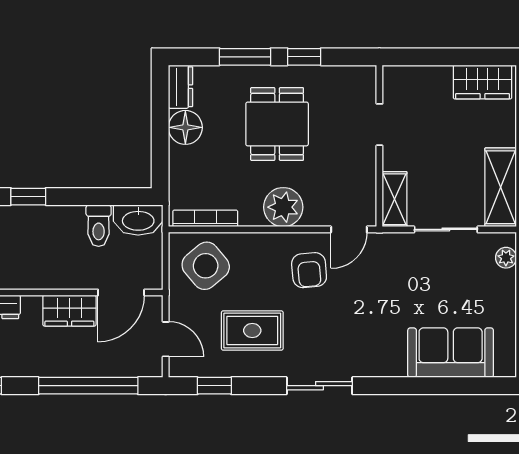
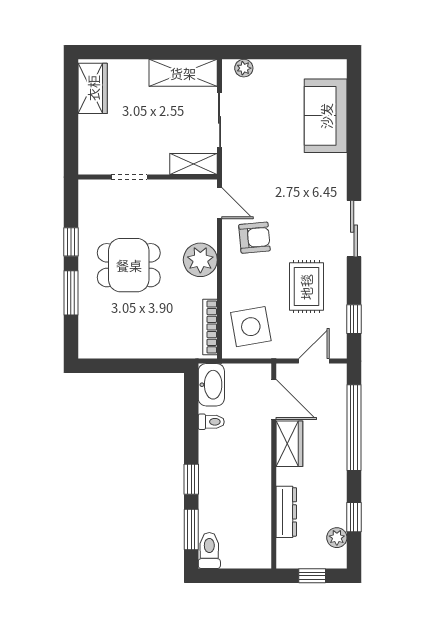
dresser: (181, 87) -> (97, 348), removed
floor lamp: (185, 127) -> (132, 344), removed
toilet: (99, 226) -> (211, 422), width x0.73, depth x0.72
side table: (206, 266) -> (251, 327), turned 30

